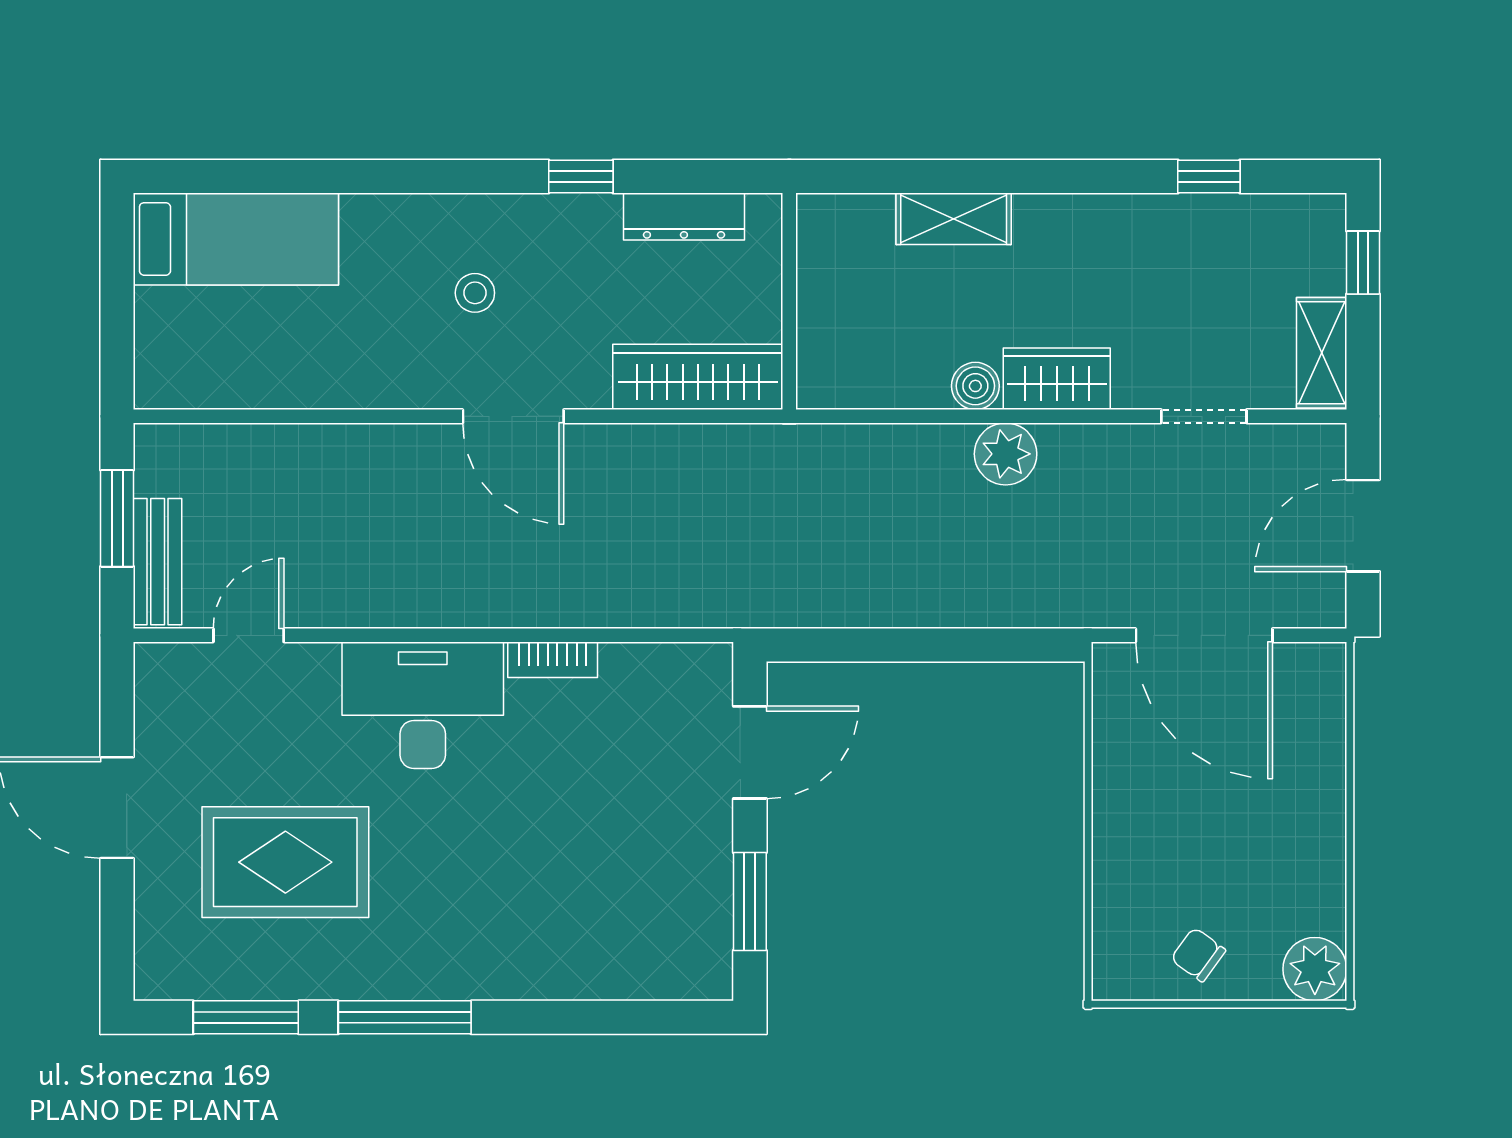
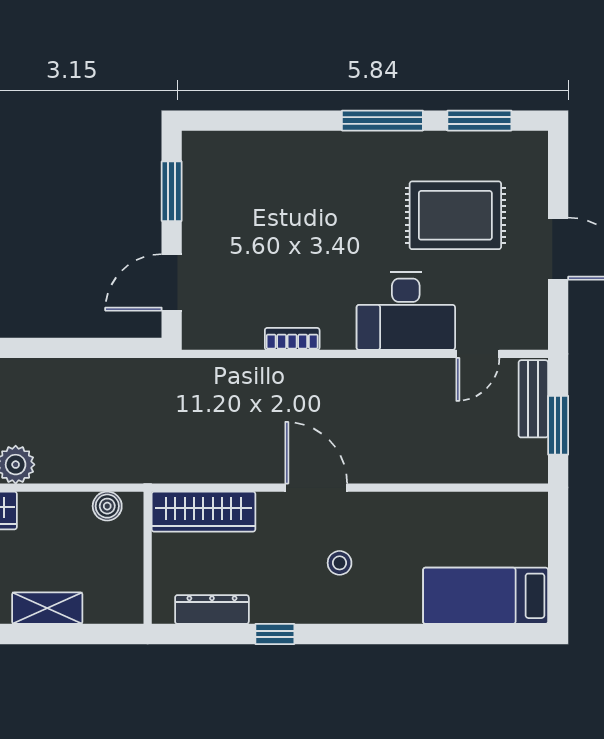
boiler: (975, 386) -> (107, 506), moved
desk: (423, 705) -> (406, 311), moved

